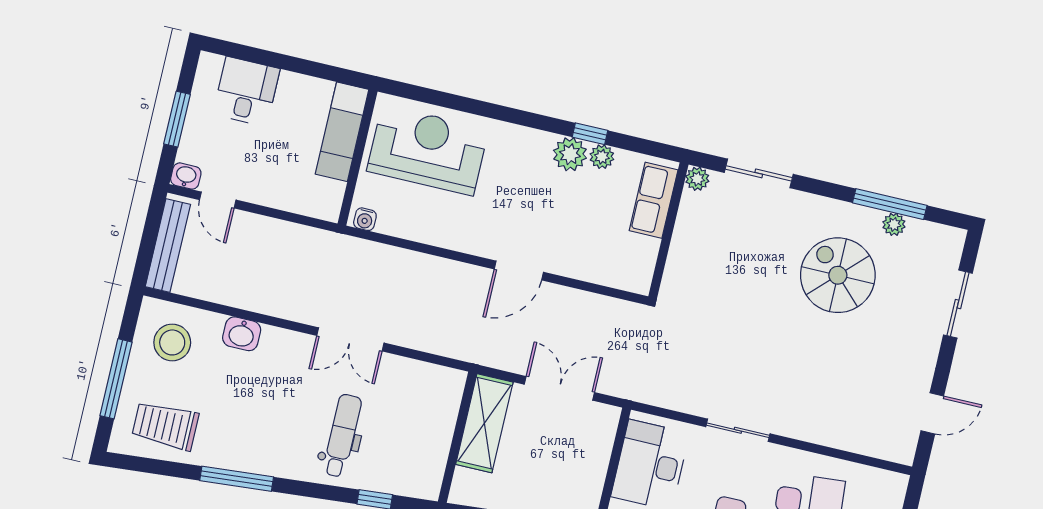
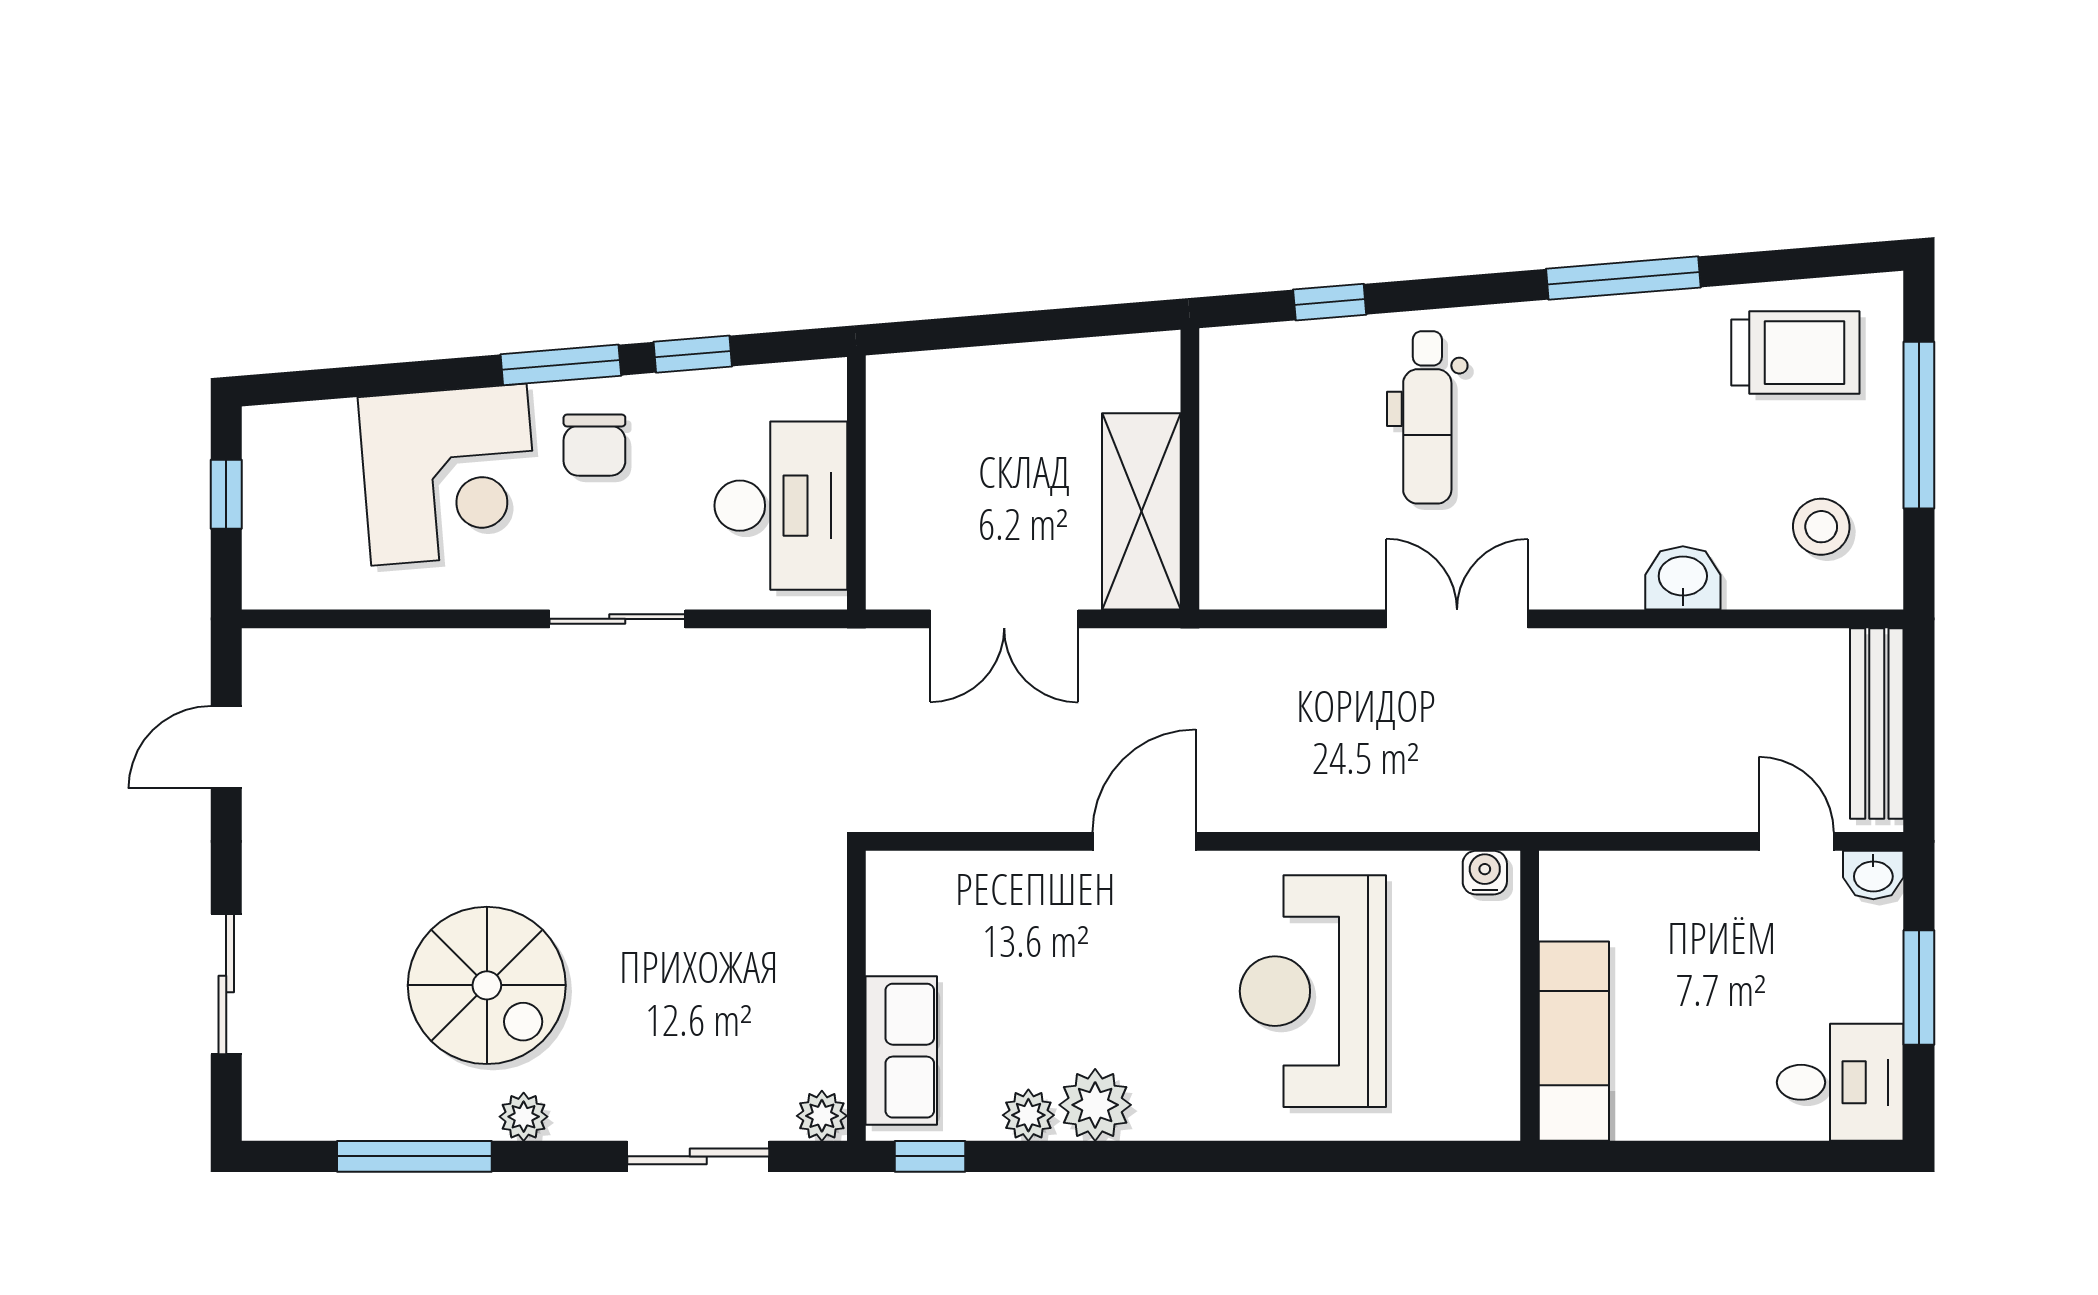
desk: (246, 92) -> (1840, 1082), moved, turned -90
window: (590, 134) -> (930, 1156), moved
reception desk: (428, 150) -> (1313, 991), moved, turned 90
plant: (894, 224) -> (524, 1117), moved
stool: (172, 342) -> (1821, 527), width x0.73, depth x0.73

